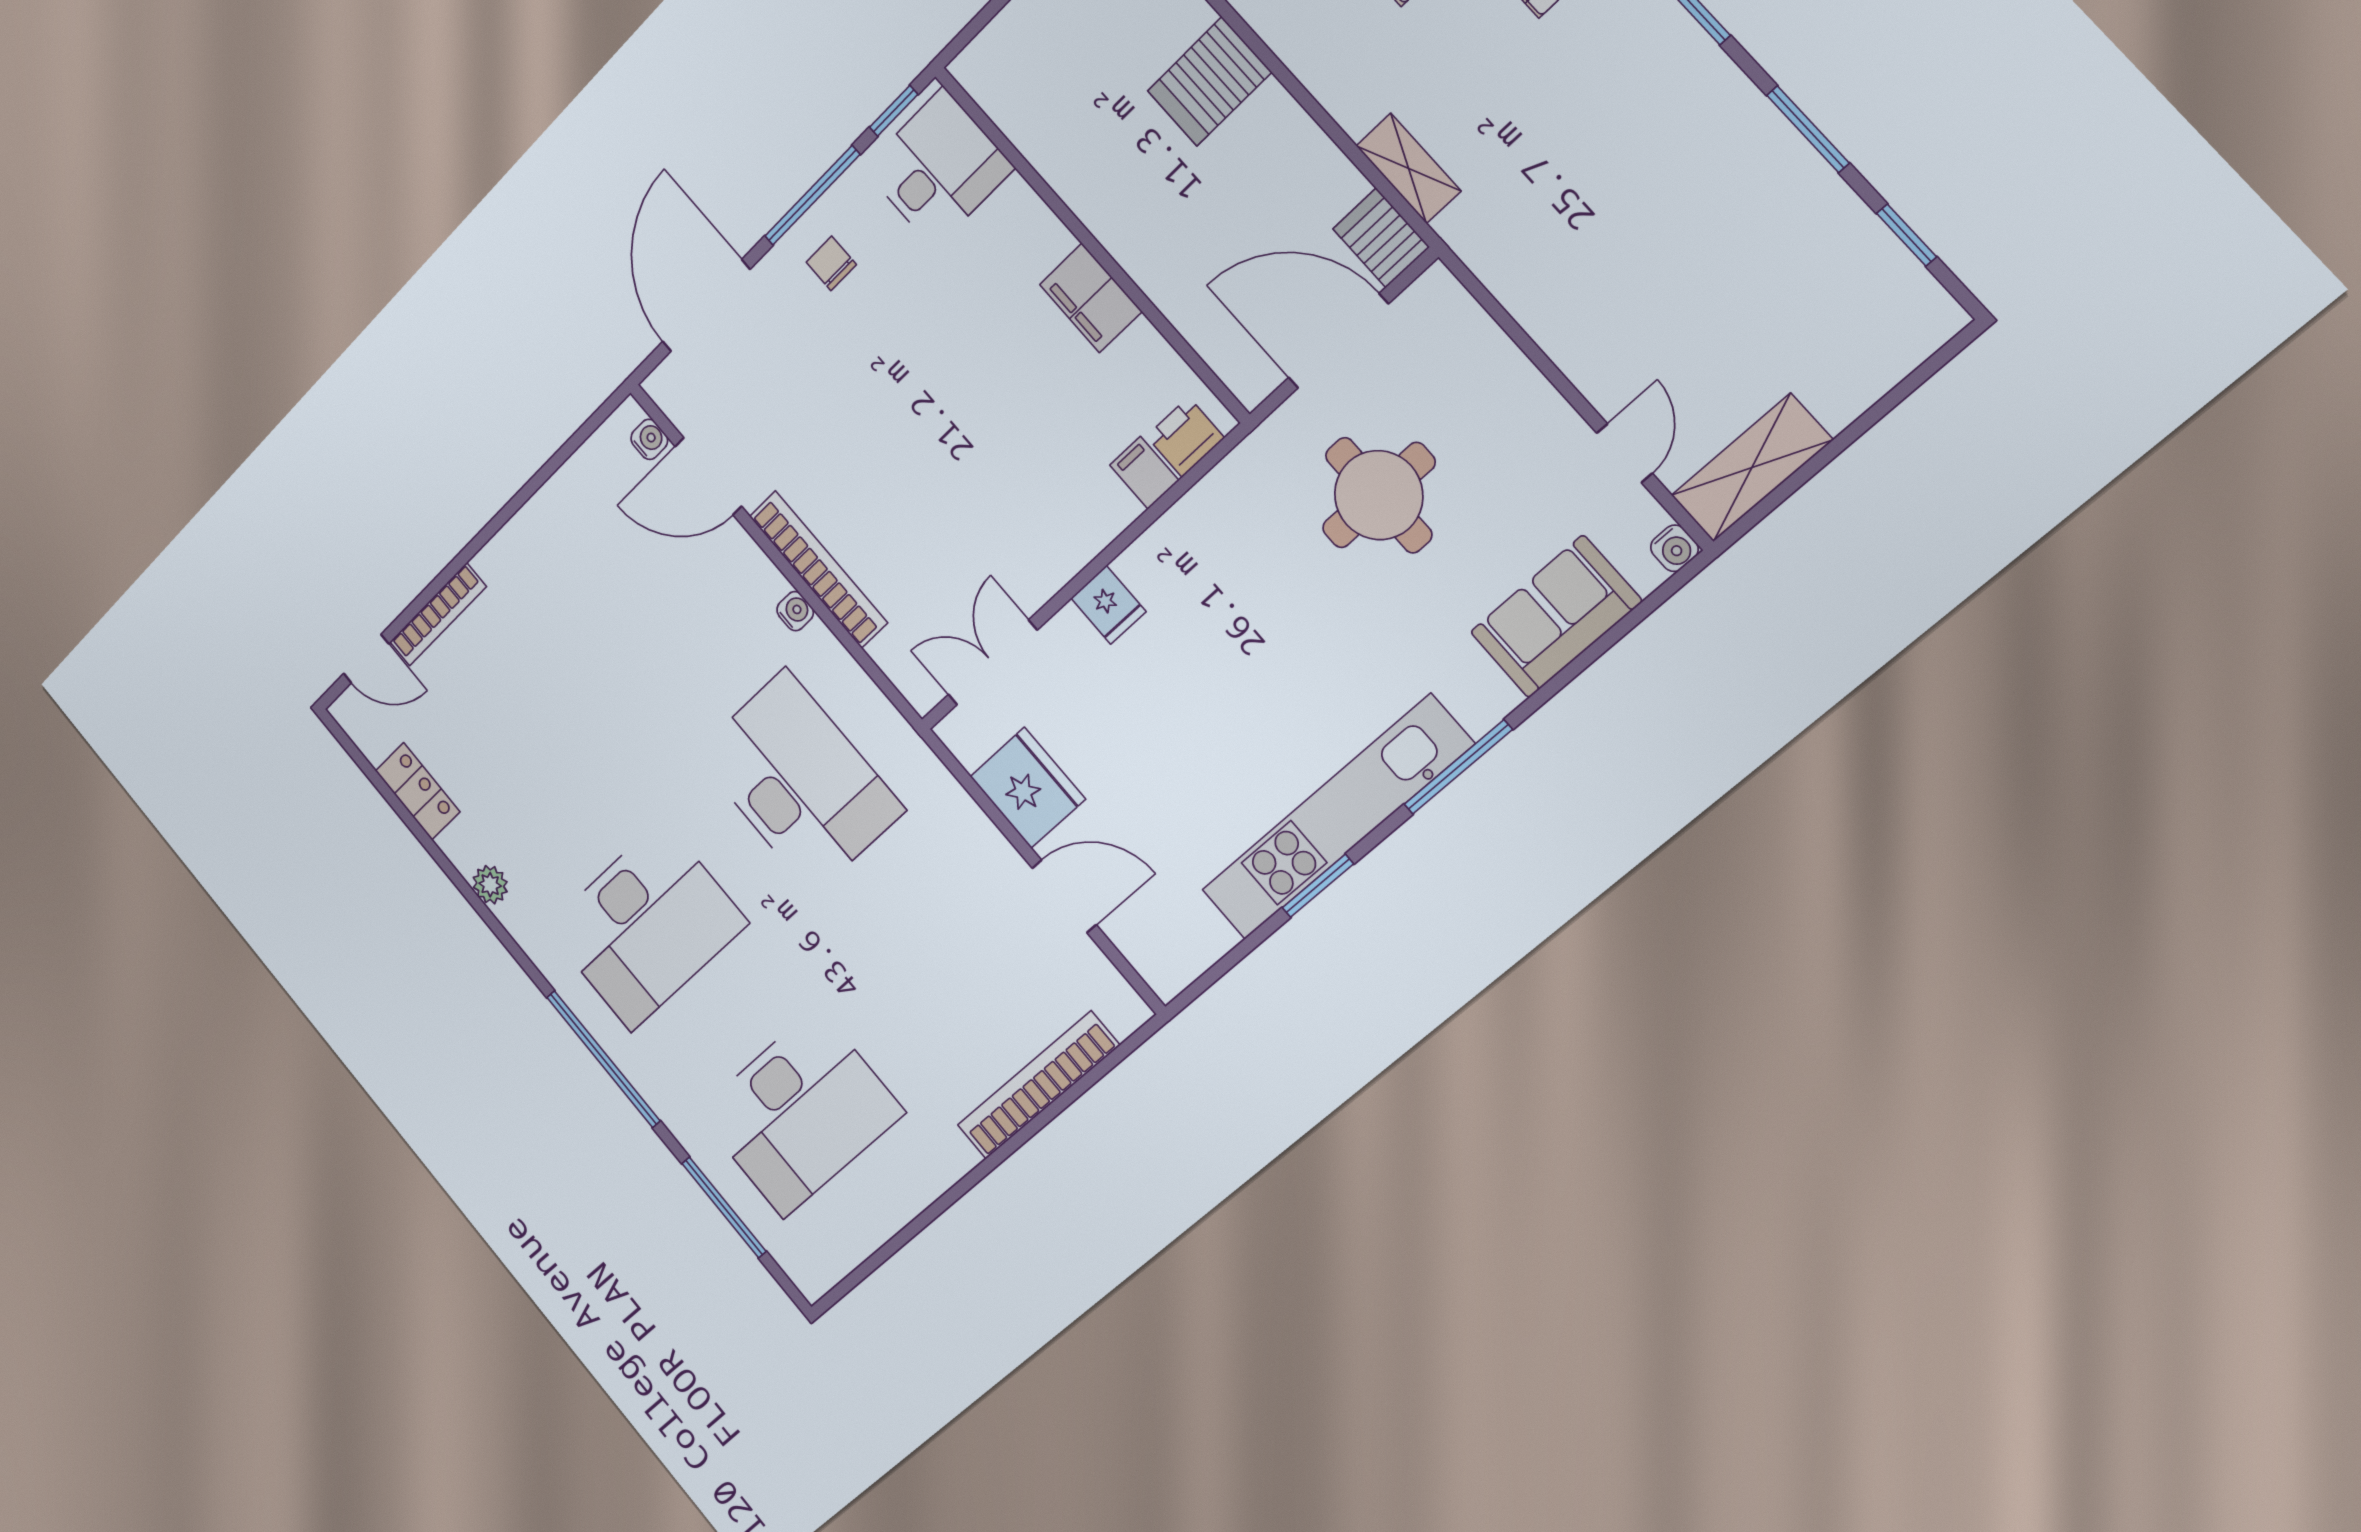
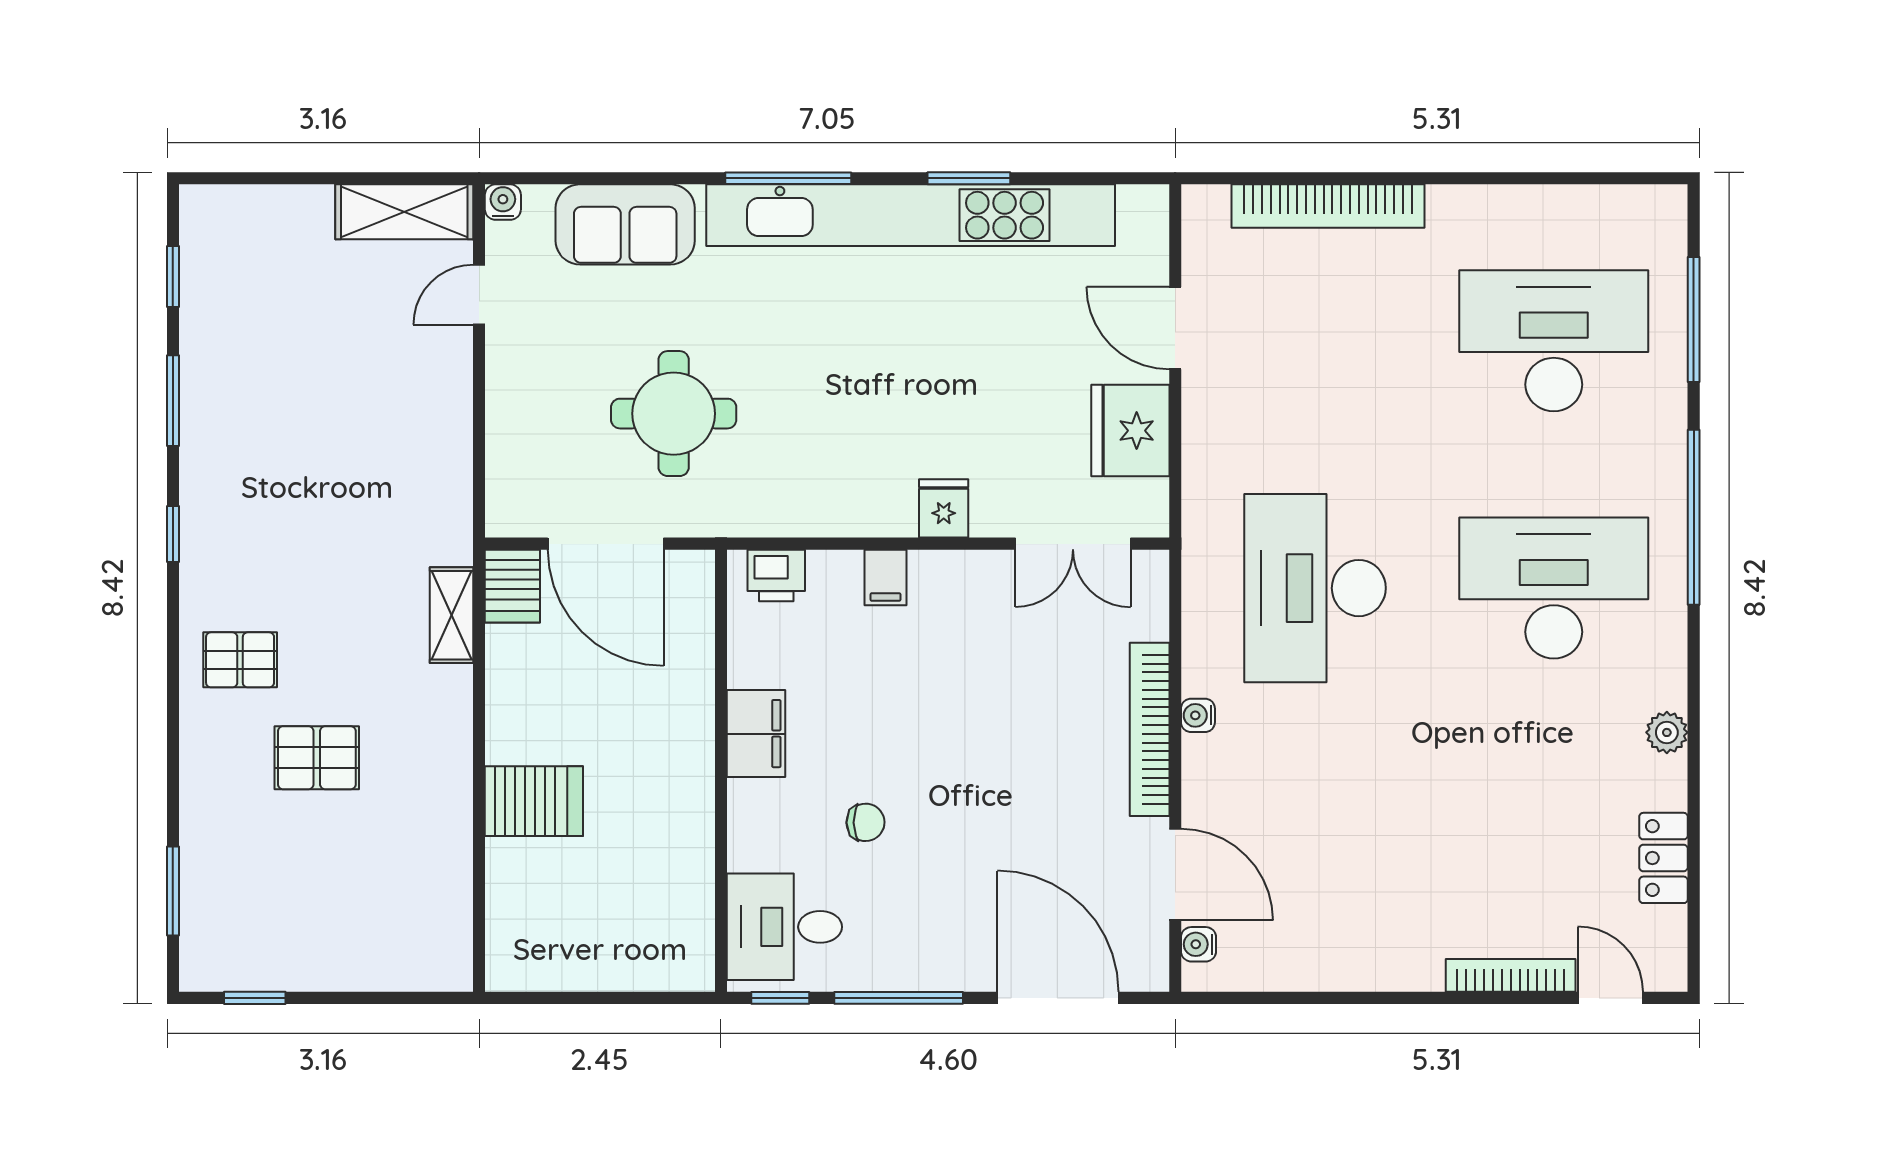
chair: (831, 263) -> (866, 822), moved, turned -91
door: (706, 306) -> (1058, 998), swing flipped
filing cabinet: (1144, 473) -> (886, 577), moved
kitchen unit: (1336, 818) -> (911, 215), width x1.36

